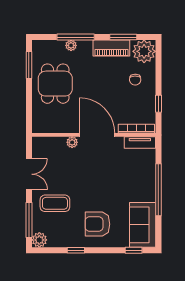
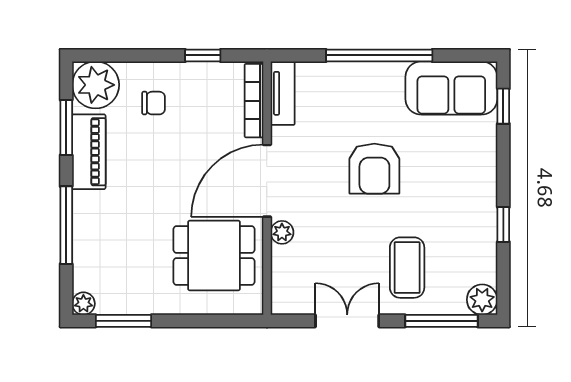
plant: (71, 45) -> (83, 304), moved
dining table: (55, 84) -> (214, 256), moved
armchair: (97, 224) -> (374, 169), moved

